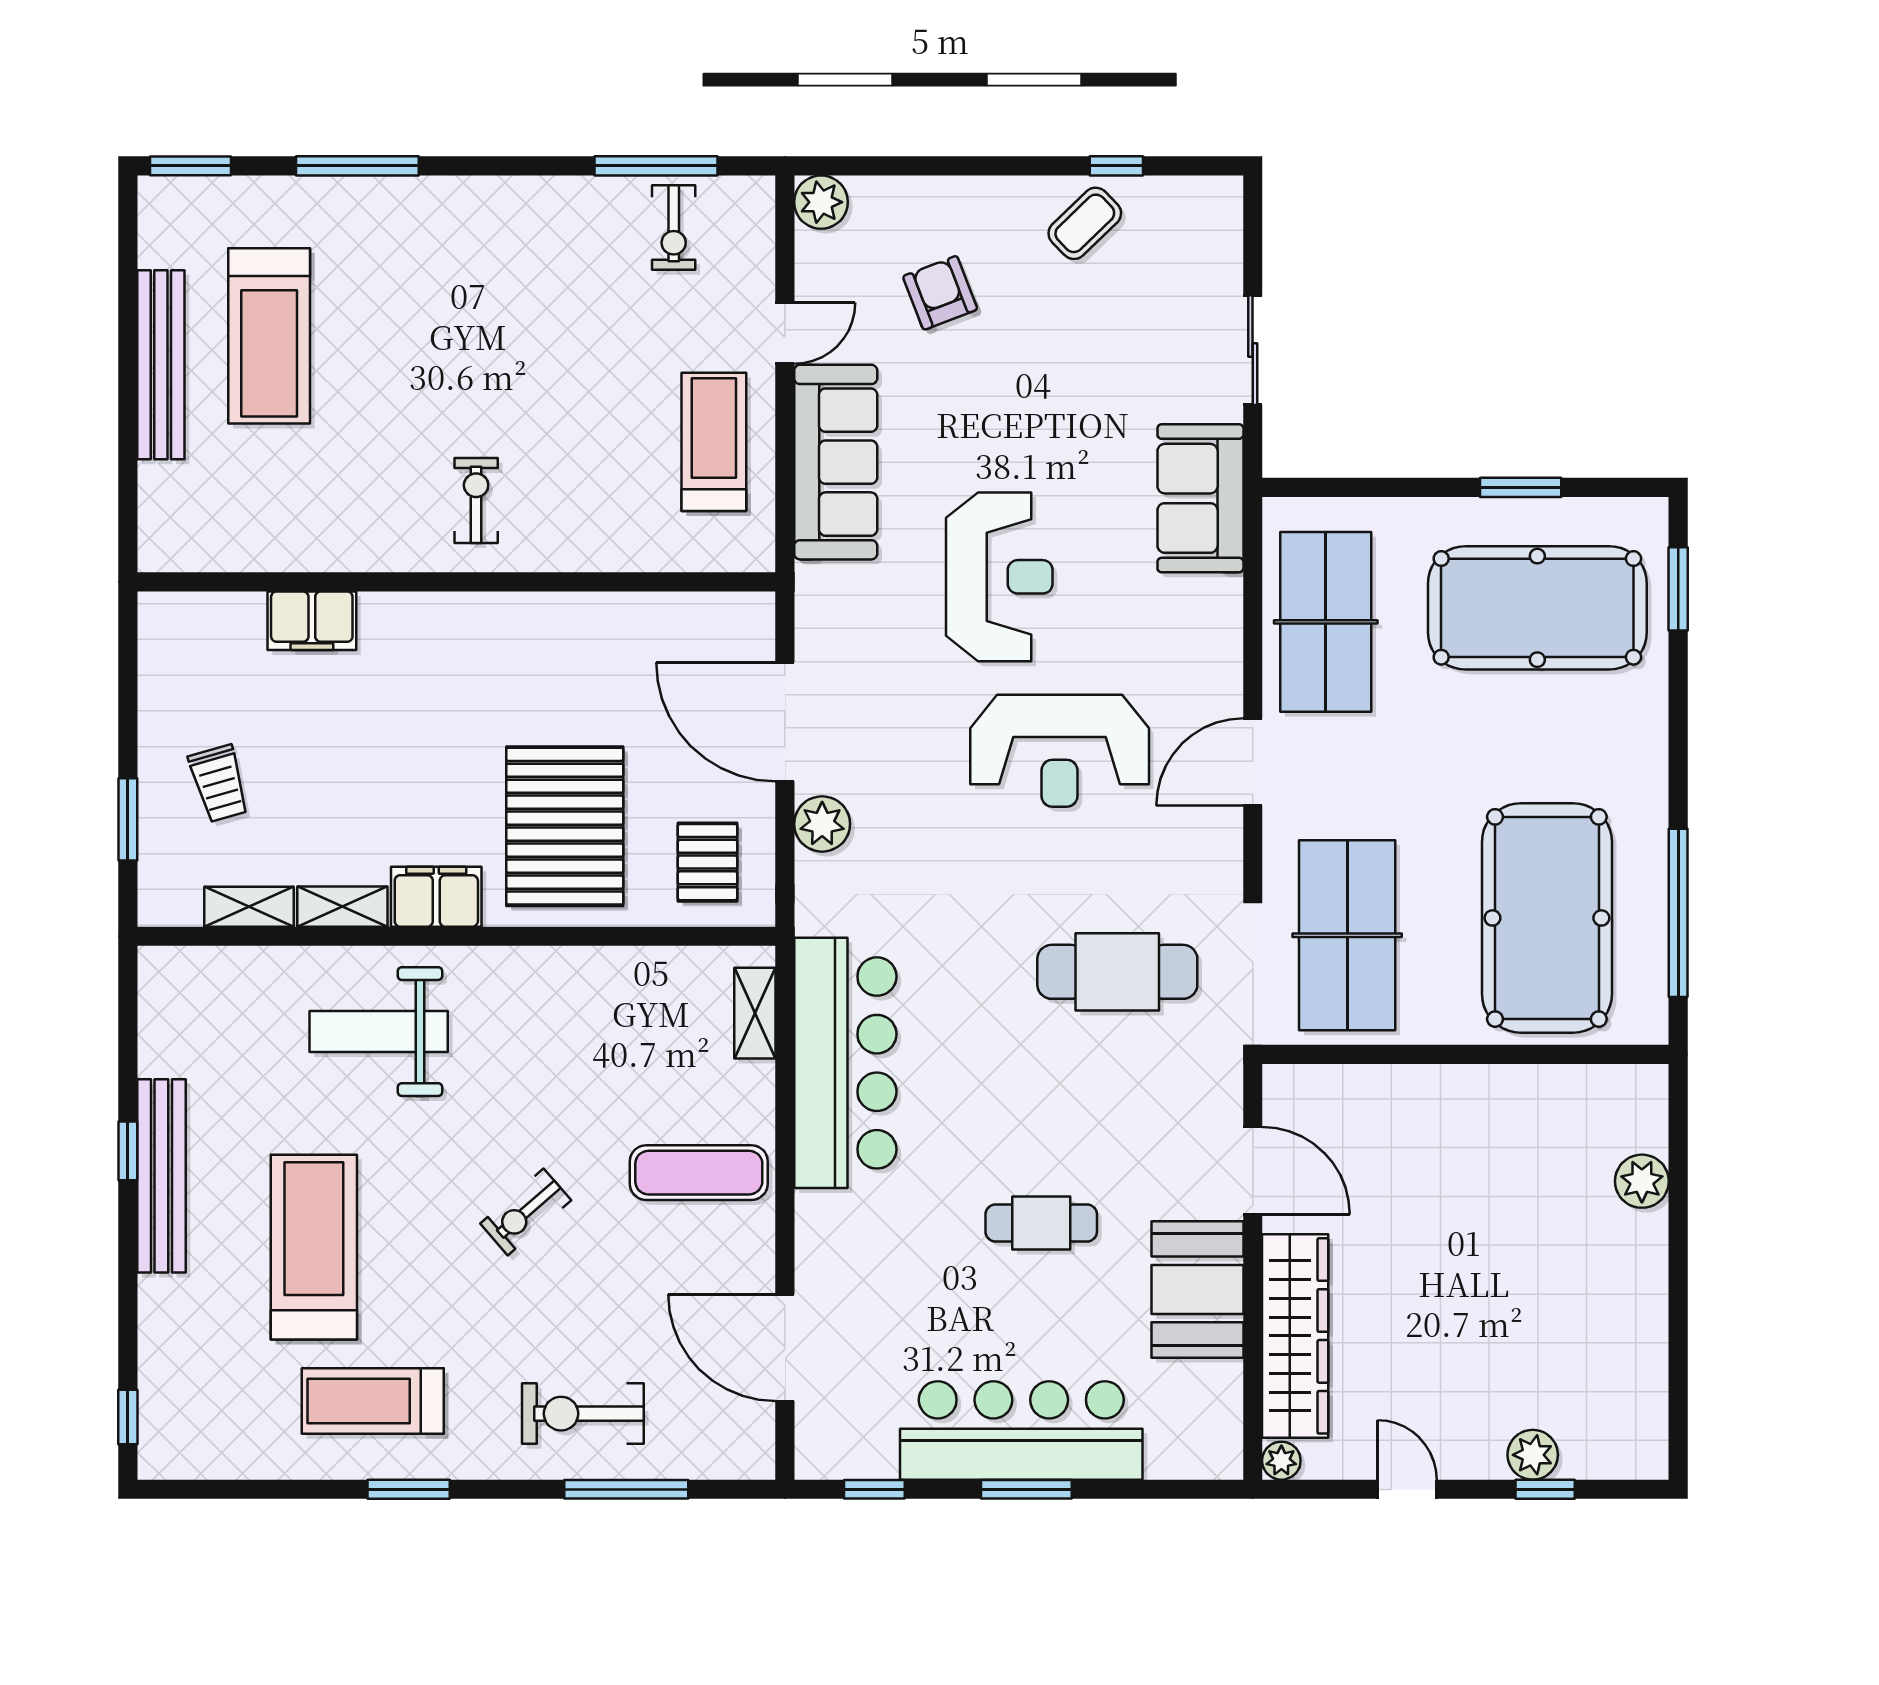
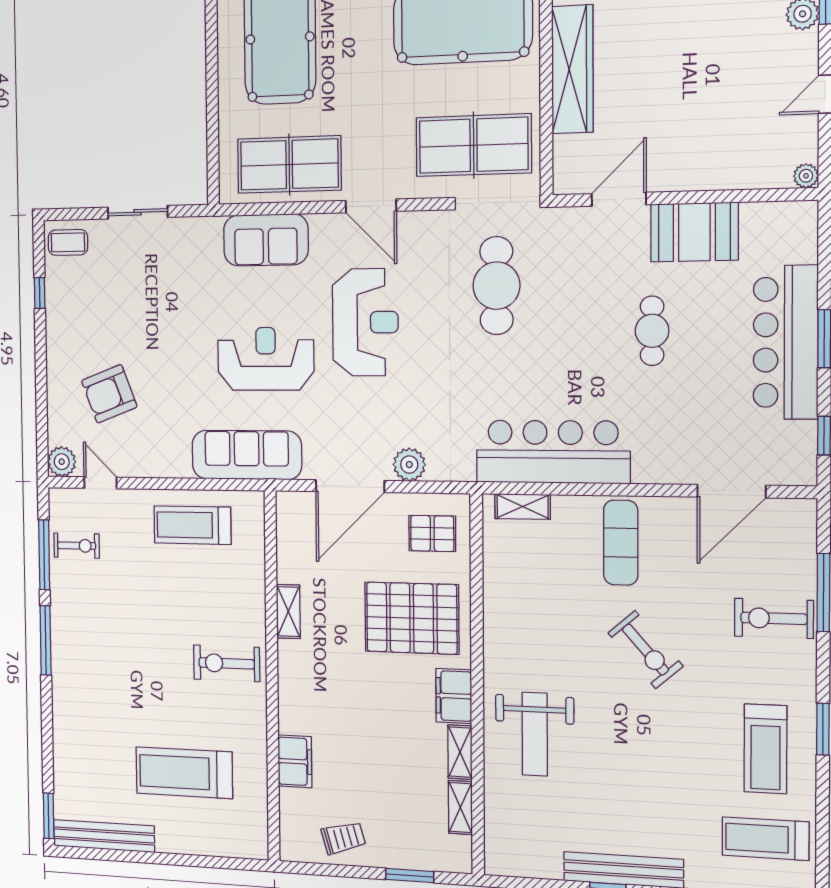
window: (357, 166) -> (46, 640), moved
coffee table: (1085, 223) -> (68, 242), moved, turned -46
armchair: (940, 293) -> (109, 394), width x1.38, depth x1.38
door: (785, 333) -> (100, 483), moved
treadmill: (269, 336) -> (184, 773), moved, turned 180
bench: (161, 365) -> (104, 836), moved
sofa: (836, 462) -> (247, 455), moved
window: (1521, 487) -> (212, 51), removed
sofa: (1200, 498) -> (266, 240), moved
exercise bike: (476, 501) -> (227, 663), width x1.38, depth x1.39
shelving: (569, 612) -> (288, 612), added
trolley: (219, 783) -> (343, 838), moved
exercise bike: (526, 1212) -> (645, 650), width x1.38, depth x1.39
treadmill: (314, 1247) -> (765, 839), moved, width x0.73, depth x0.73
wardrobe: (1295, 1336) -> (572, 69), moved, turned 90
exercise bike: (583, 1414) -> (774, 618), turned 90

